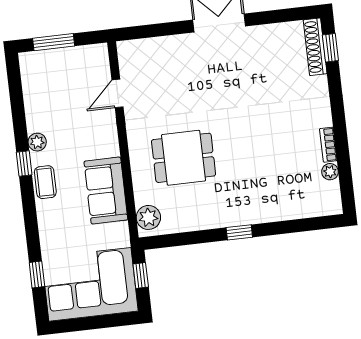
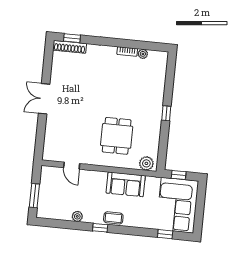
plant: (37, 142) -> (77, 216), moved

